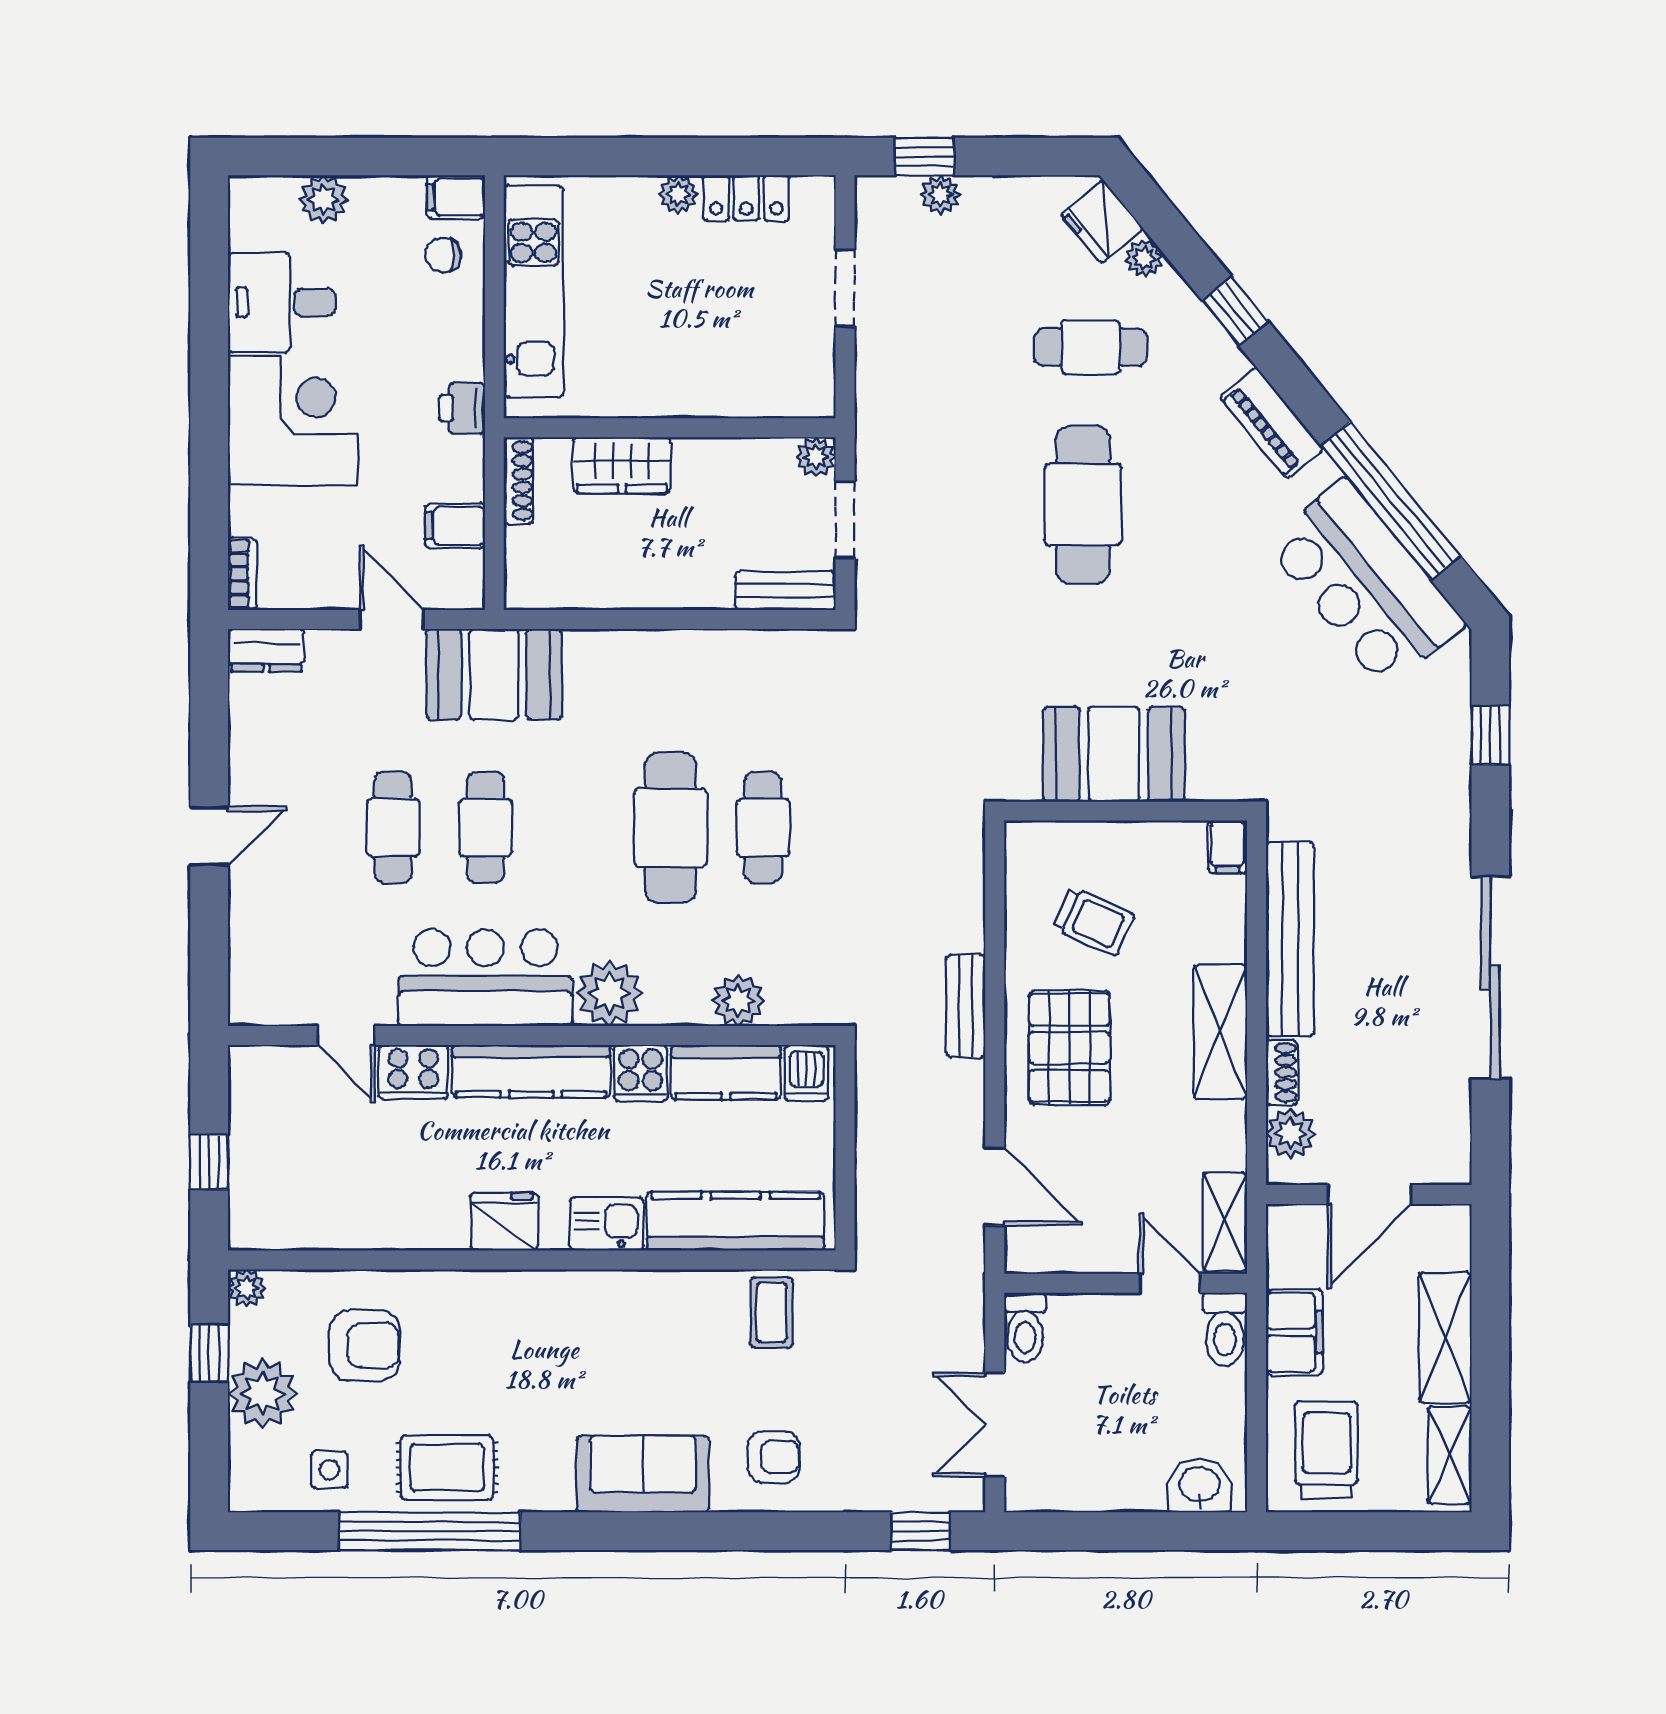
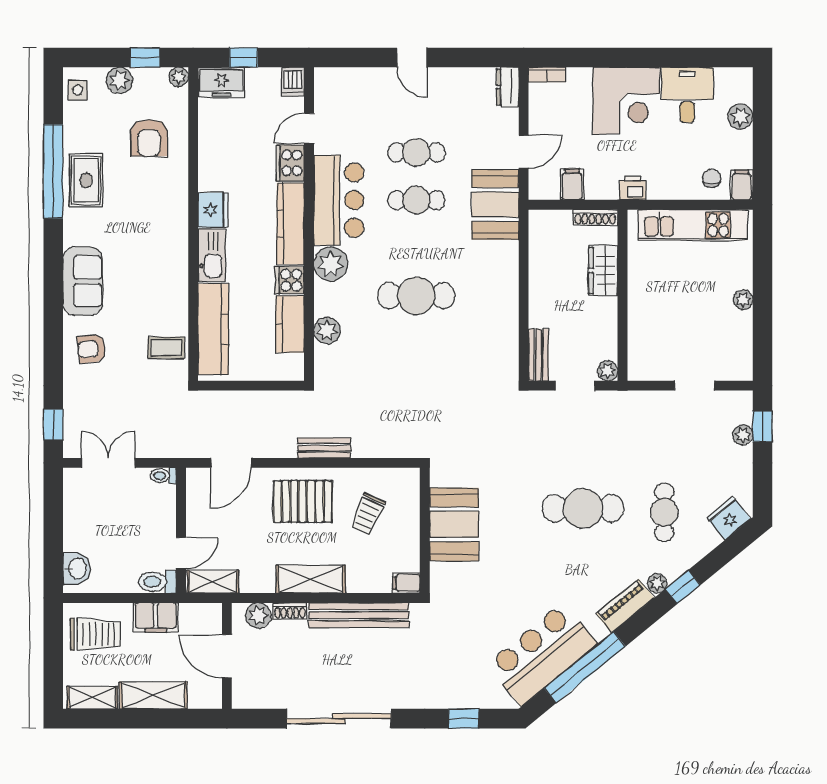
locker: (746, 198) -> (741, 335), removed
plant: (1144, 258) -> (657, 583), moved
cafe table: (763, 827) -> (416, 343), removed
dishwasher: (806, 1073) -> (293, 82), moved, turned -90
freezer: (257, 1205) -> (221, 82), added
kitchen sink: (606, 1224) -> (212, 255), width x1.38
toilet: (1025, 1328) -> (163, 476), width x0.73, depth x0.72
plant: (263, 1394) -> (119, 80), width x0.73, depth x0.73
armchair: (774, 1457) -> (92, 349), turned 84
side table: (329, 1470) -> (78, 90), moved

